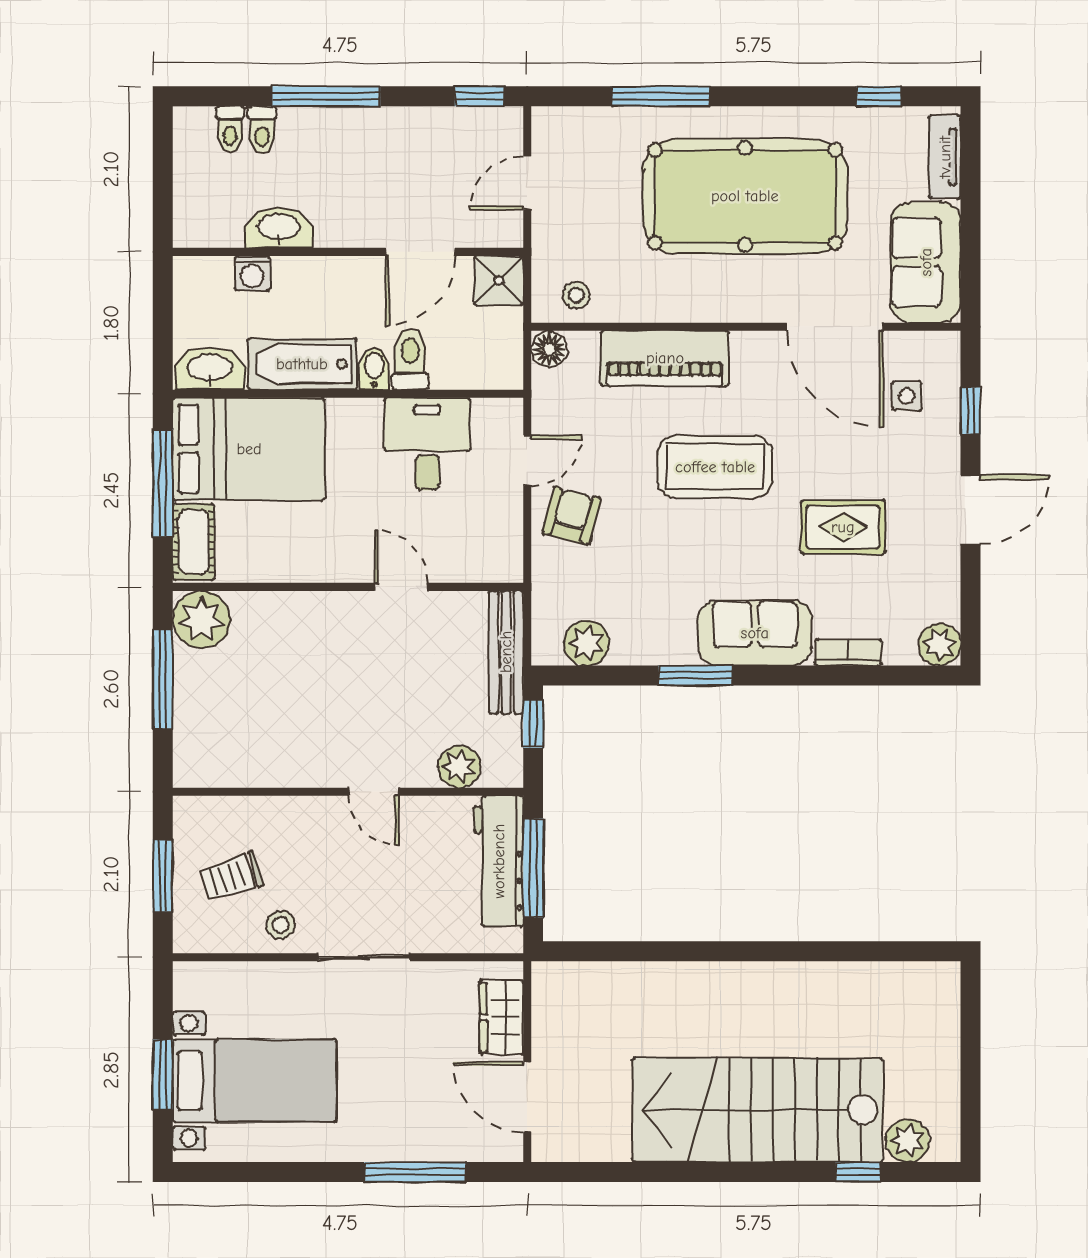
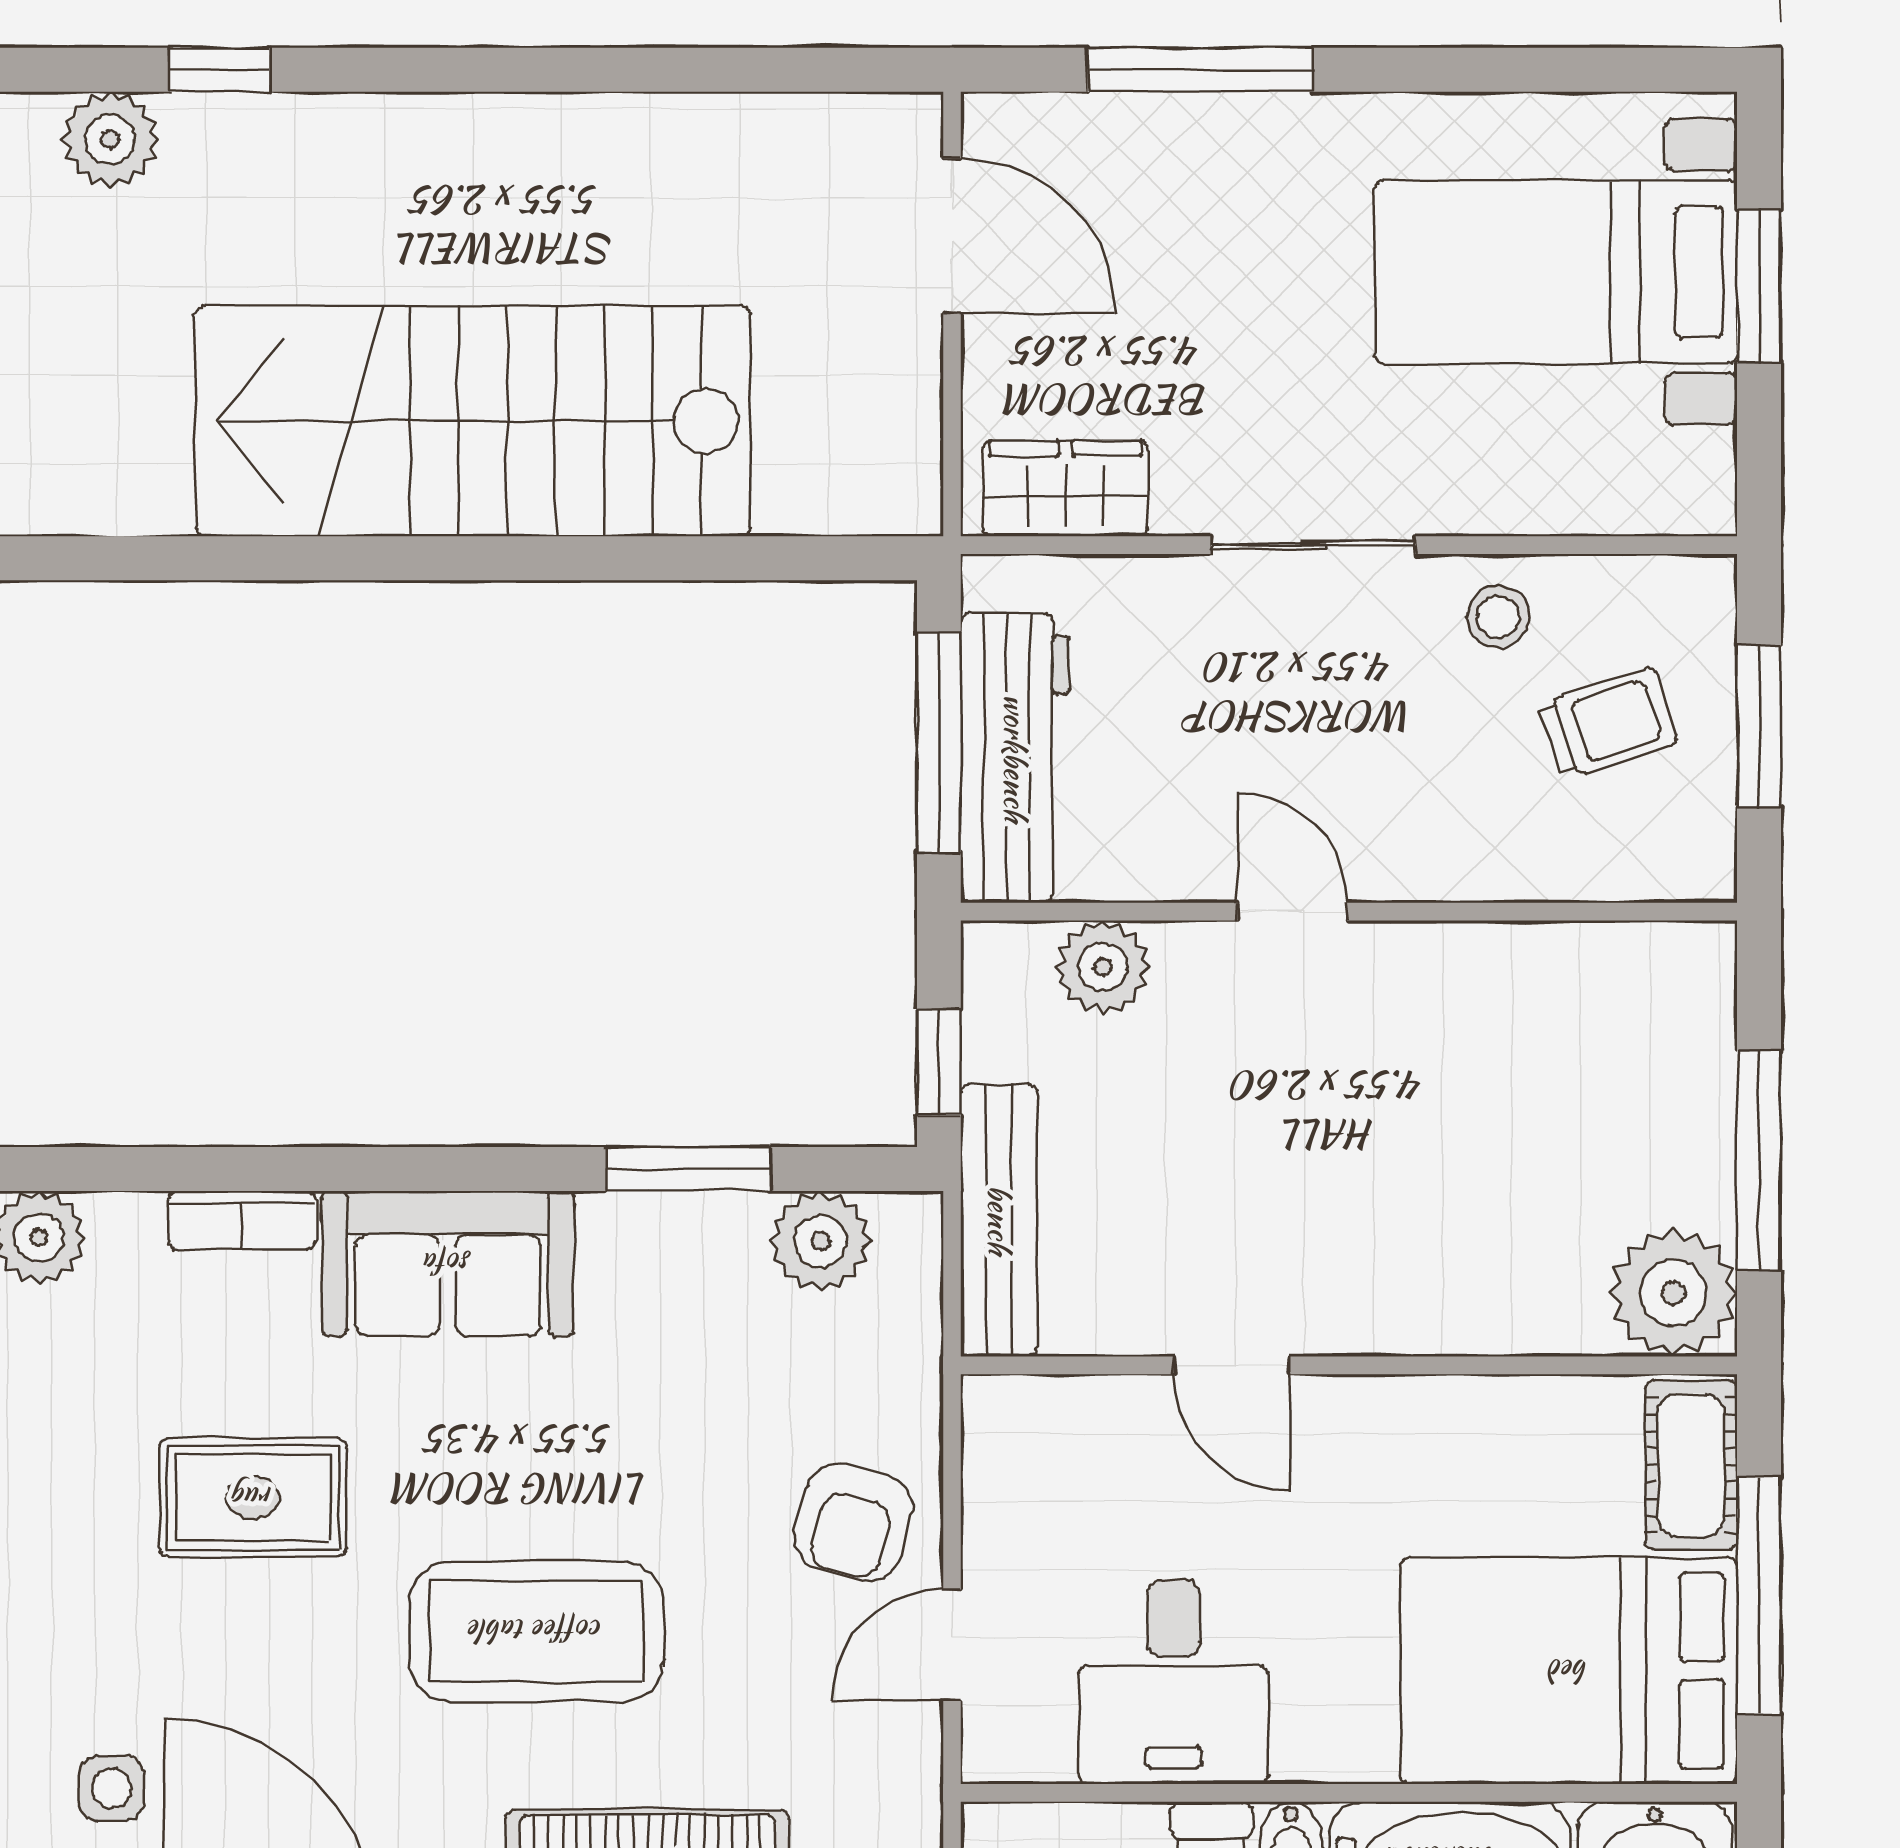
window: (696, 675) -> (688, 1169), moved
wardrobe: (502, 1017) -> (1065, 489), moved, turned -90
stairs: (758, 1110) -> (473, 421), moved, turned 180

